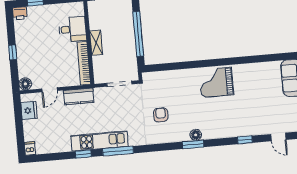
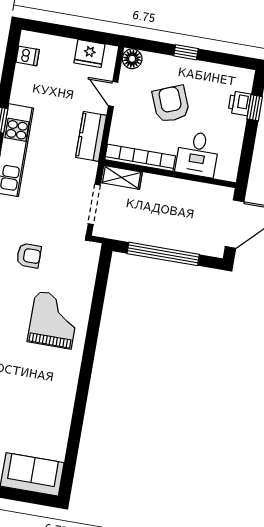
printer: (20, 13) -> (239, 103), moved
shelving: (96, 43) -> (122, 177), moved
armchair: (46, 53) -> (171, 104), added
grand piano: (216, 82) -> (53, 320), moved
dishwasher: (30, 148) -> (28, 56), moved

